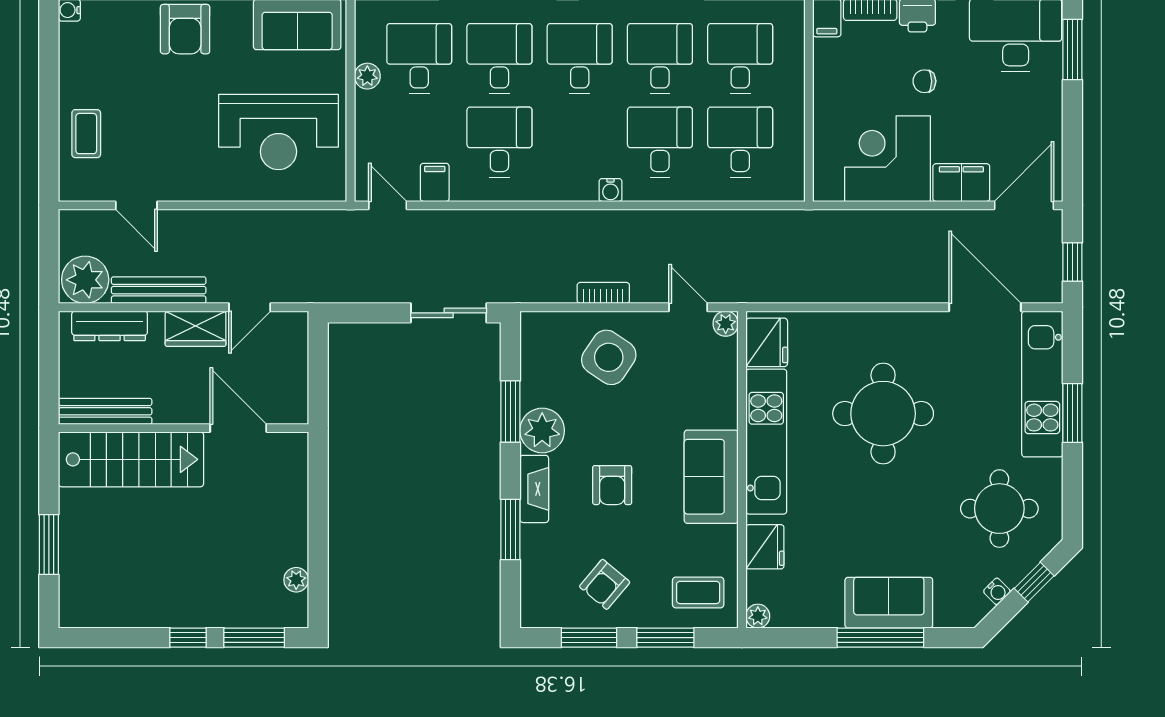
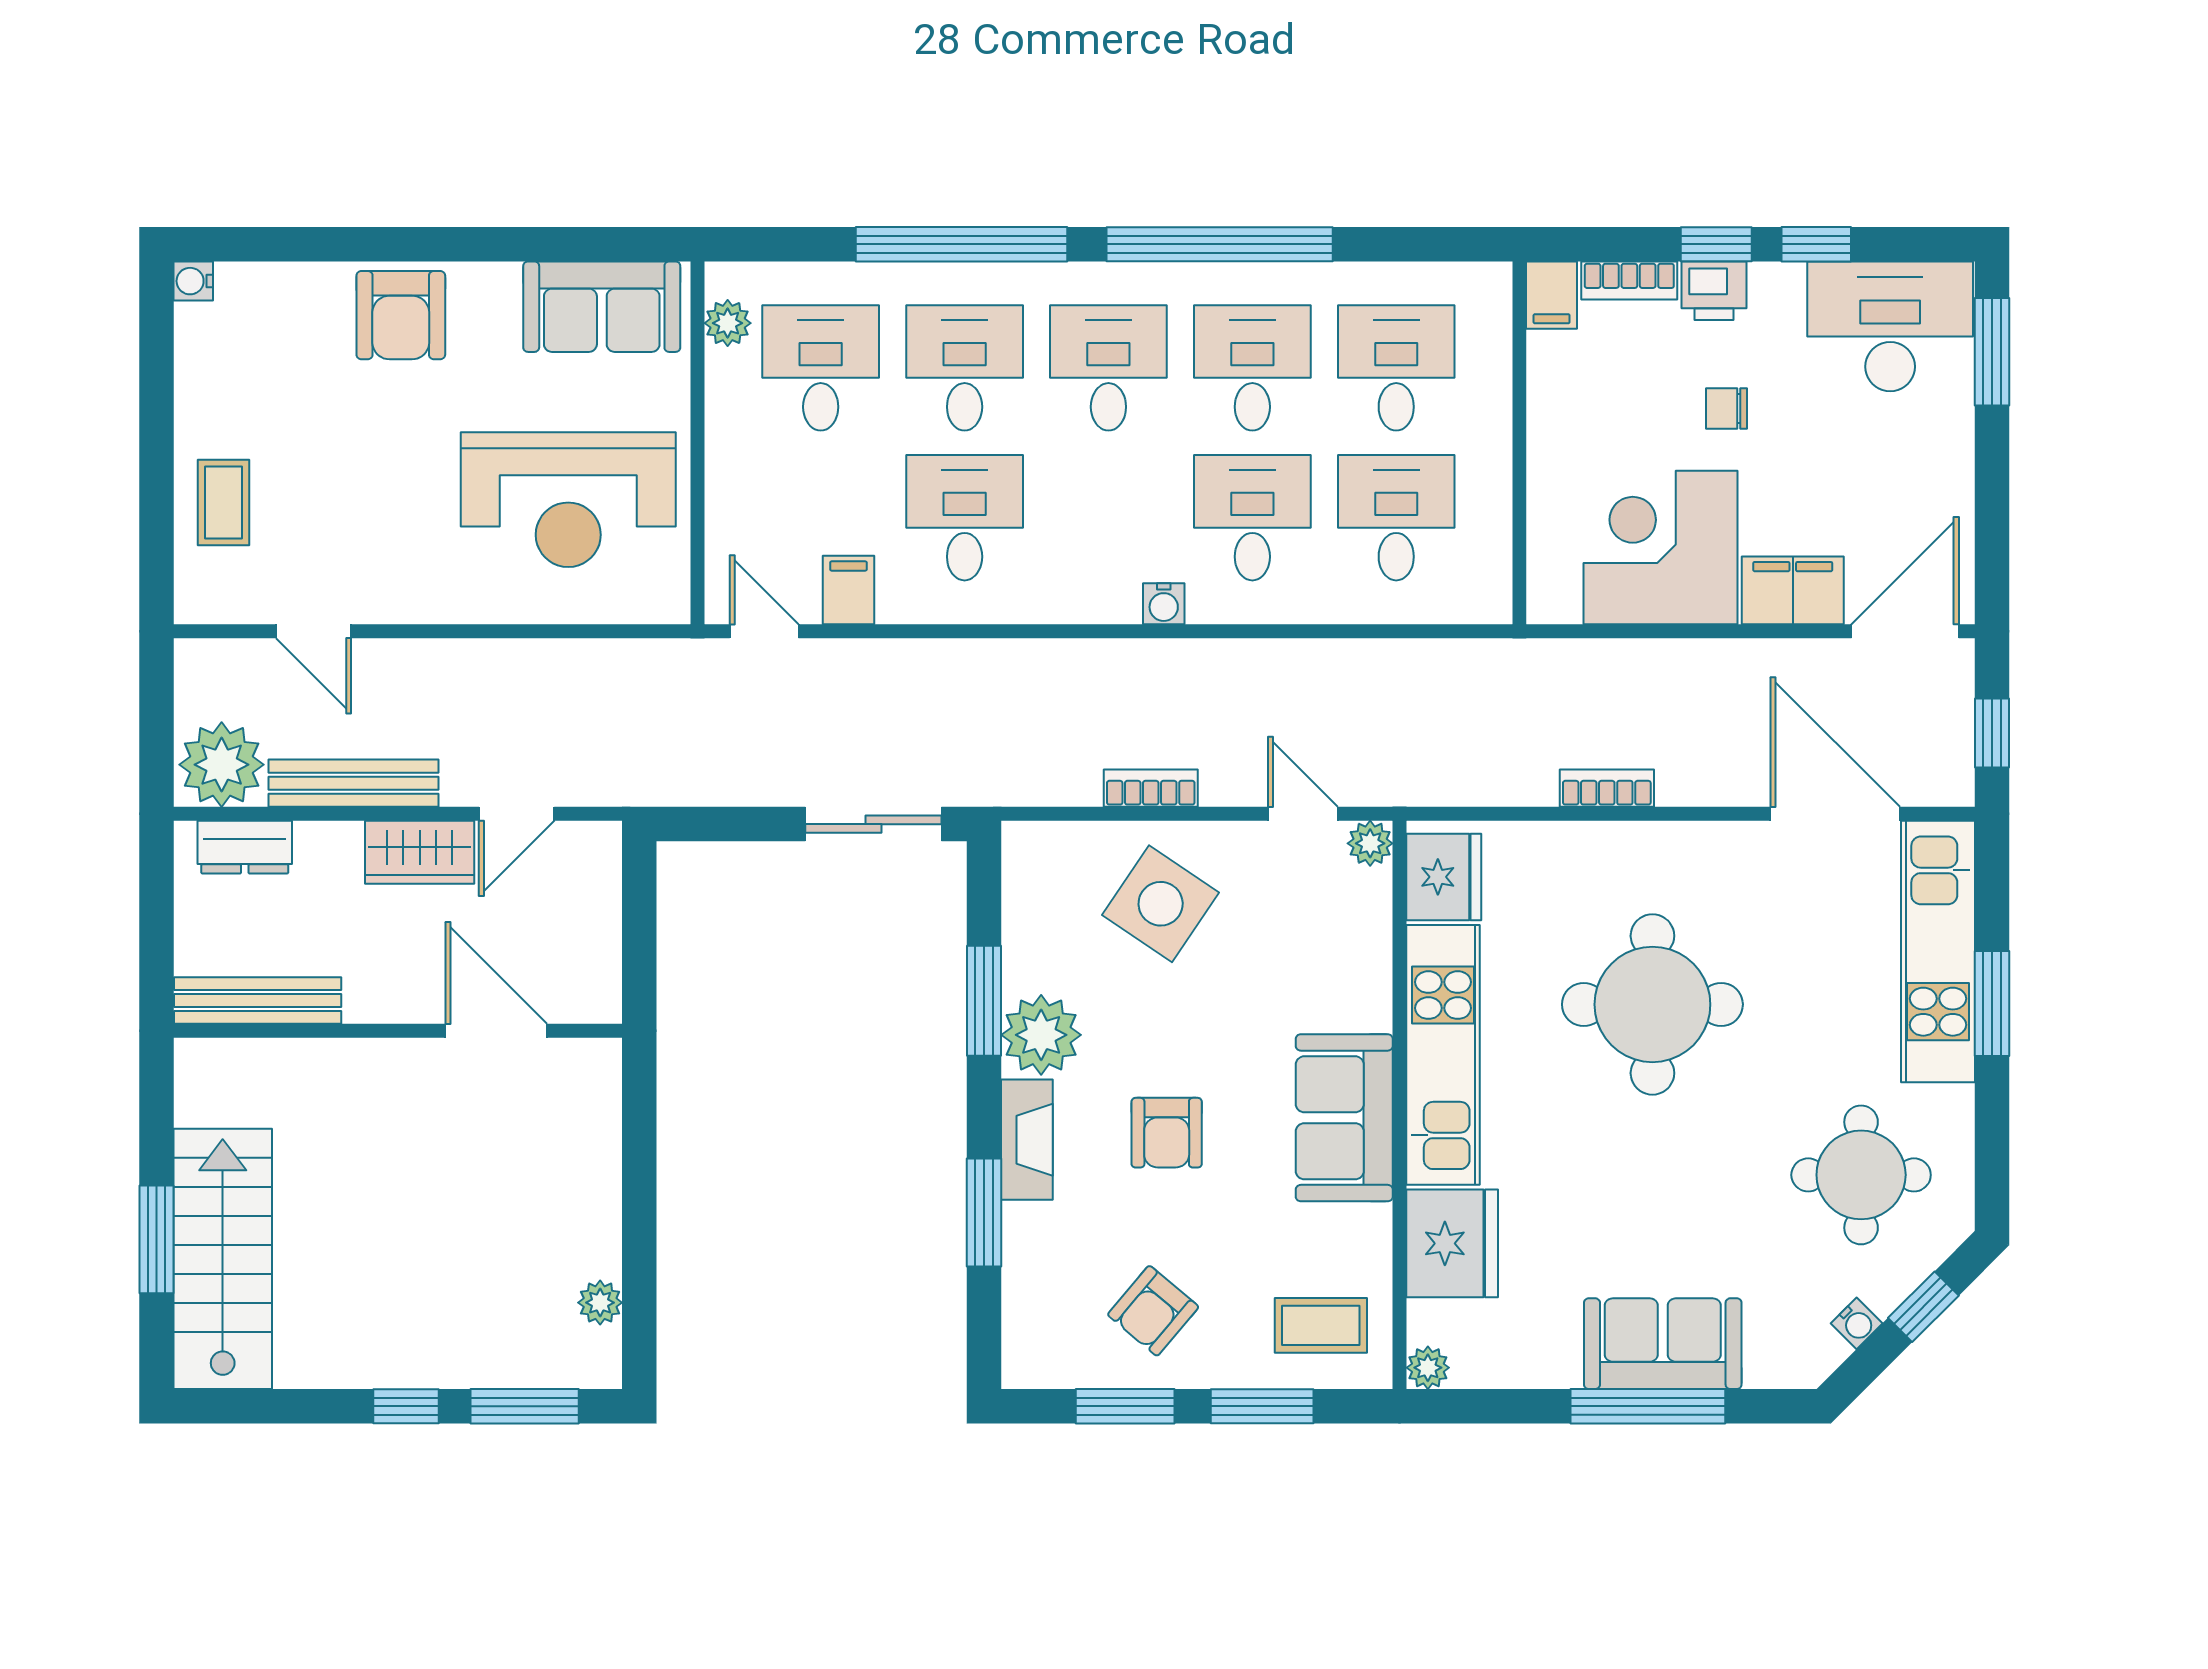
plant: (367, 76) -> (728, 323), moved
bookcase: (858, 293) -> (1607, 788), added
dresser: (110, 326) -> (245, 847), width x0.70
stairs: (131, 459) -> (223, 1259), moved, turned -90
fridge: (765, 547) -> (1452, 1243), width x1.36, depth x1.34

